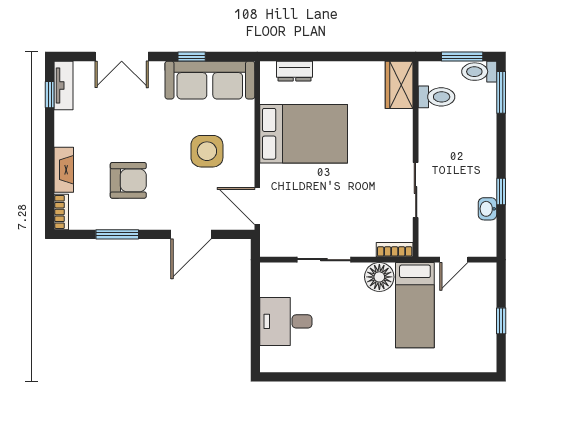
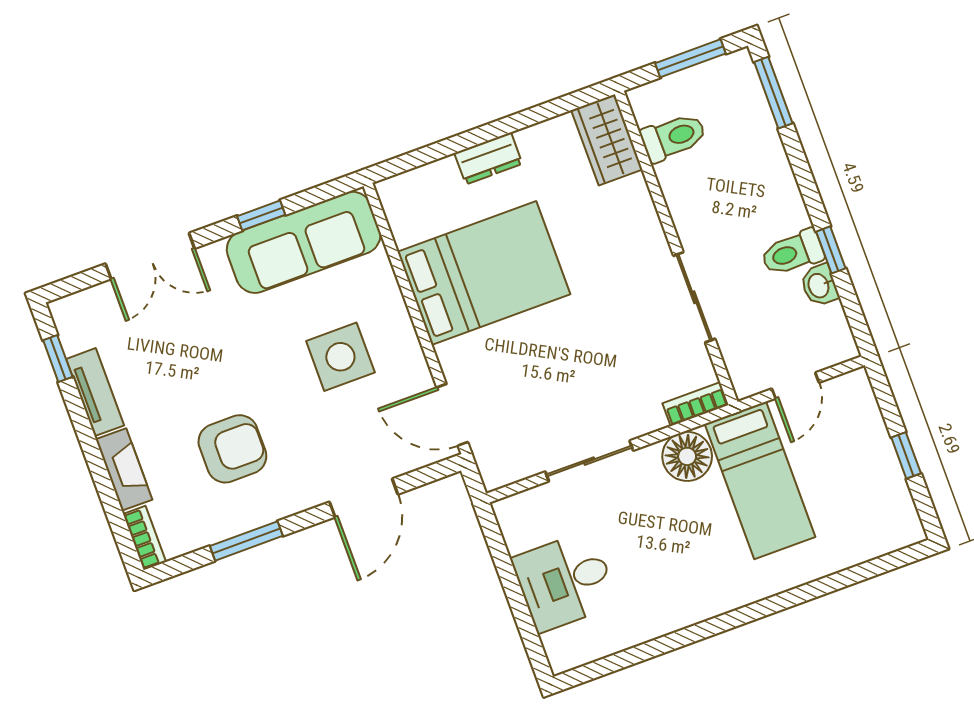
dresser: (295, 71) -> (488, 158), moved
toilet: (479, 72) -> (792, 253), moved
tv unit: (63, 85) -> (95, 392), moved

